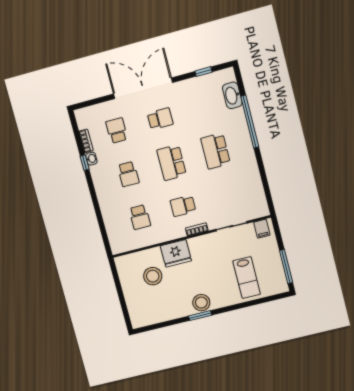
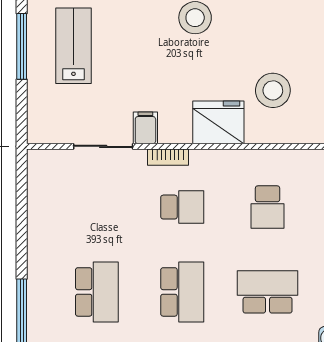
school desk: (128, 174) -> (268, 292), width x1.85
school desk: (140, 217) -> (268, 207), turned 180
filing cabinet: (262, 229) -> (145, 128), moved
lab bench: (247, 278) -> (73, 46), moved

